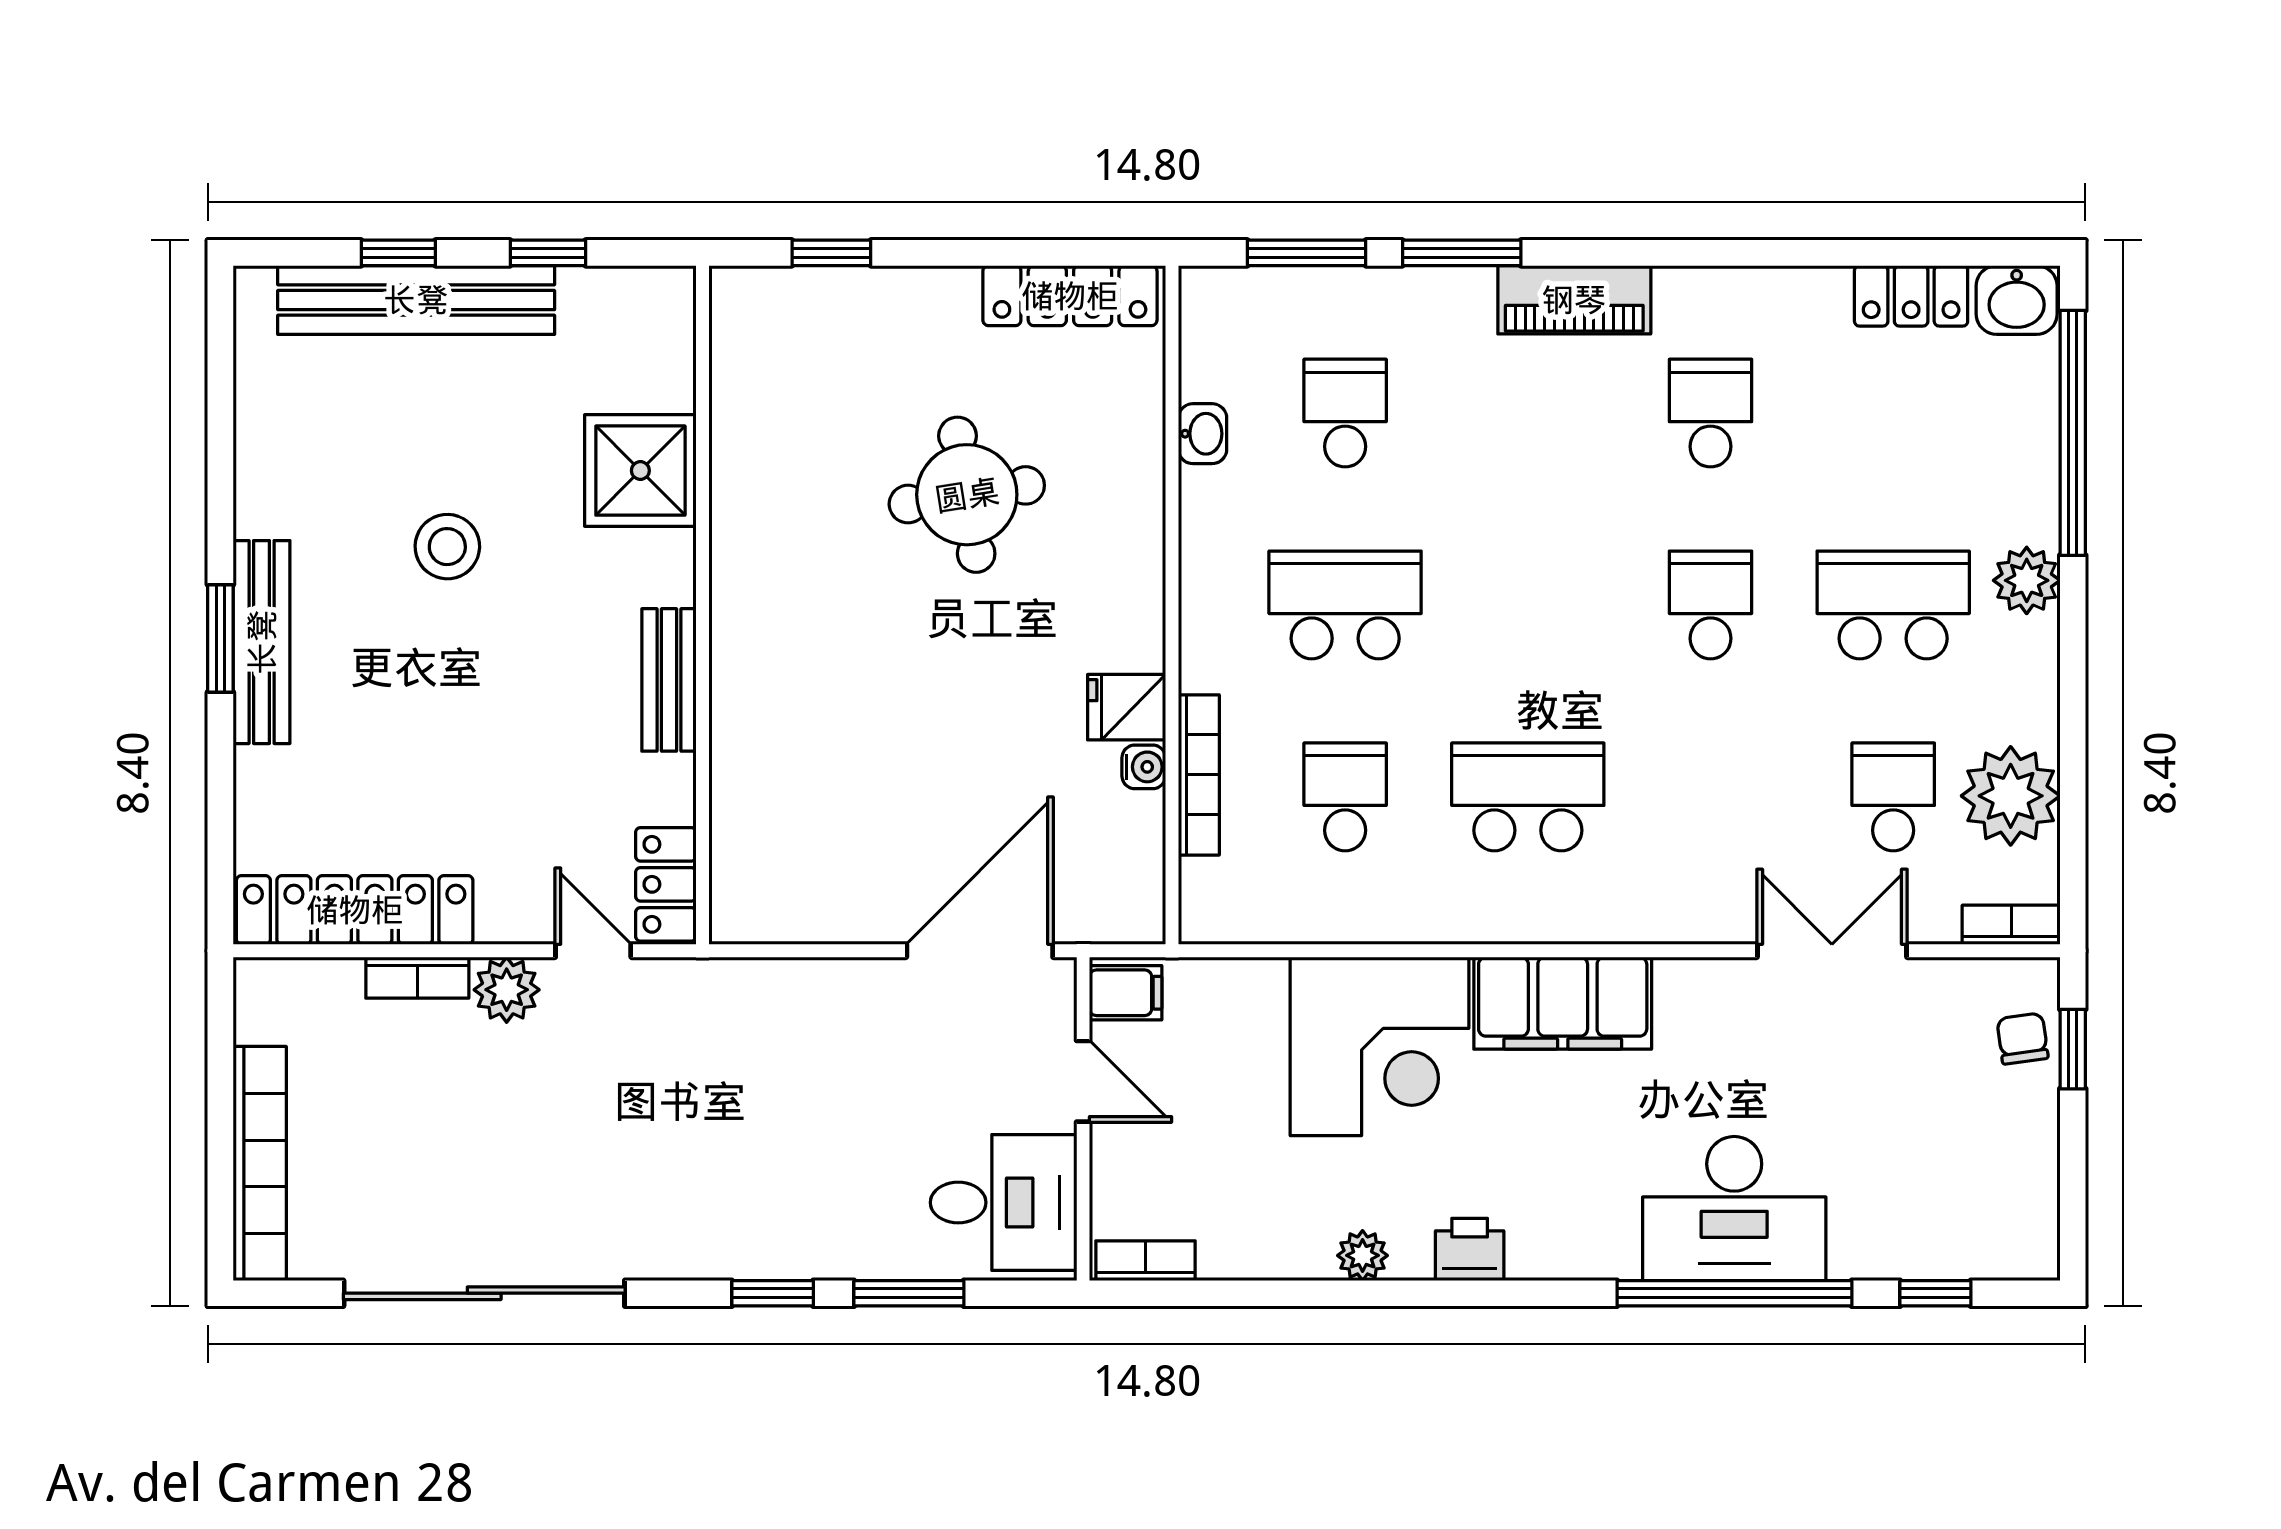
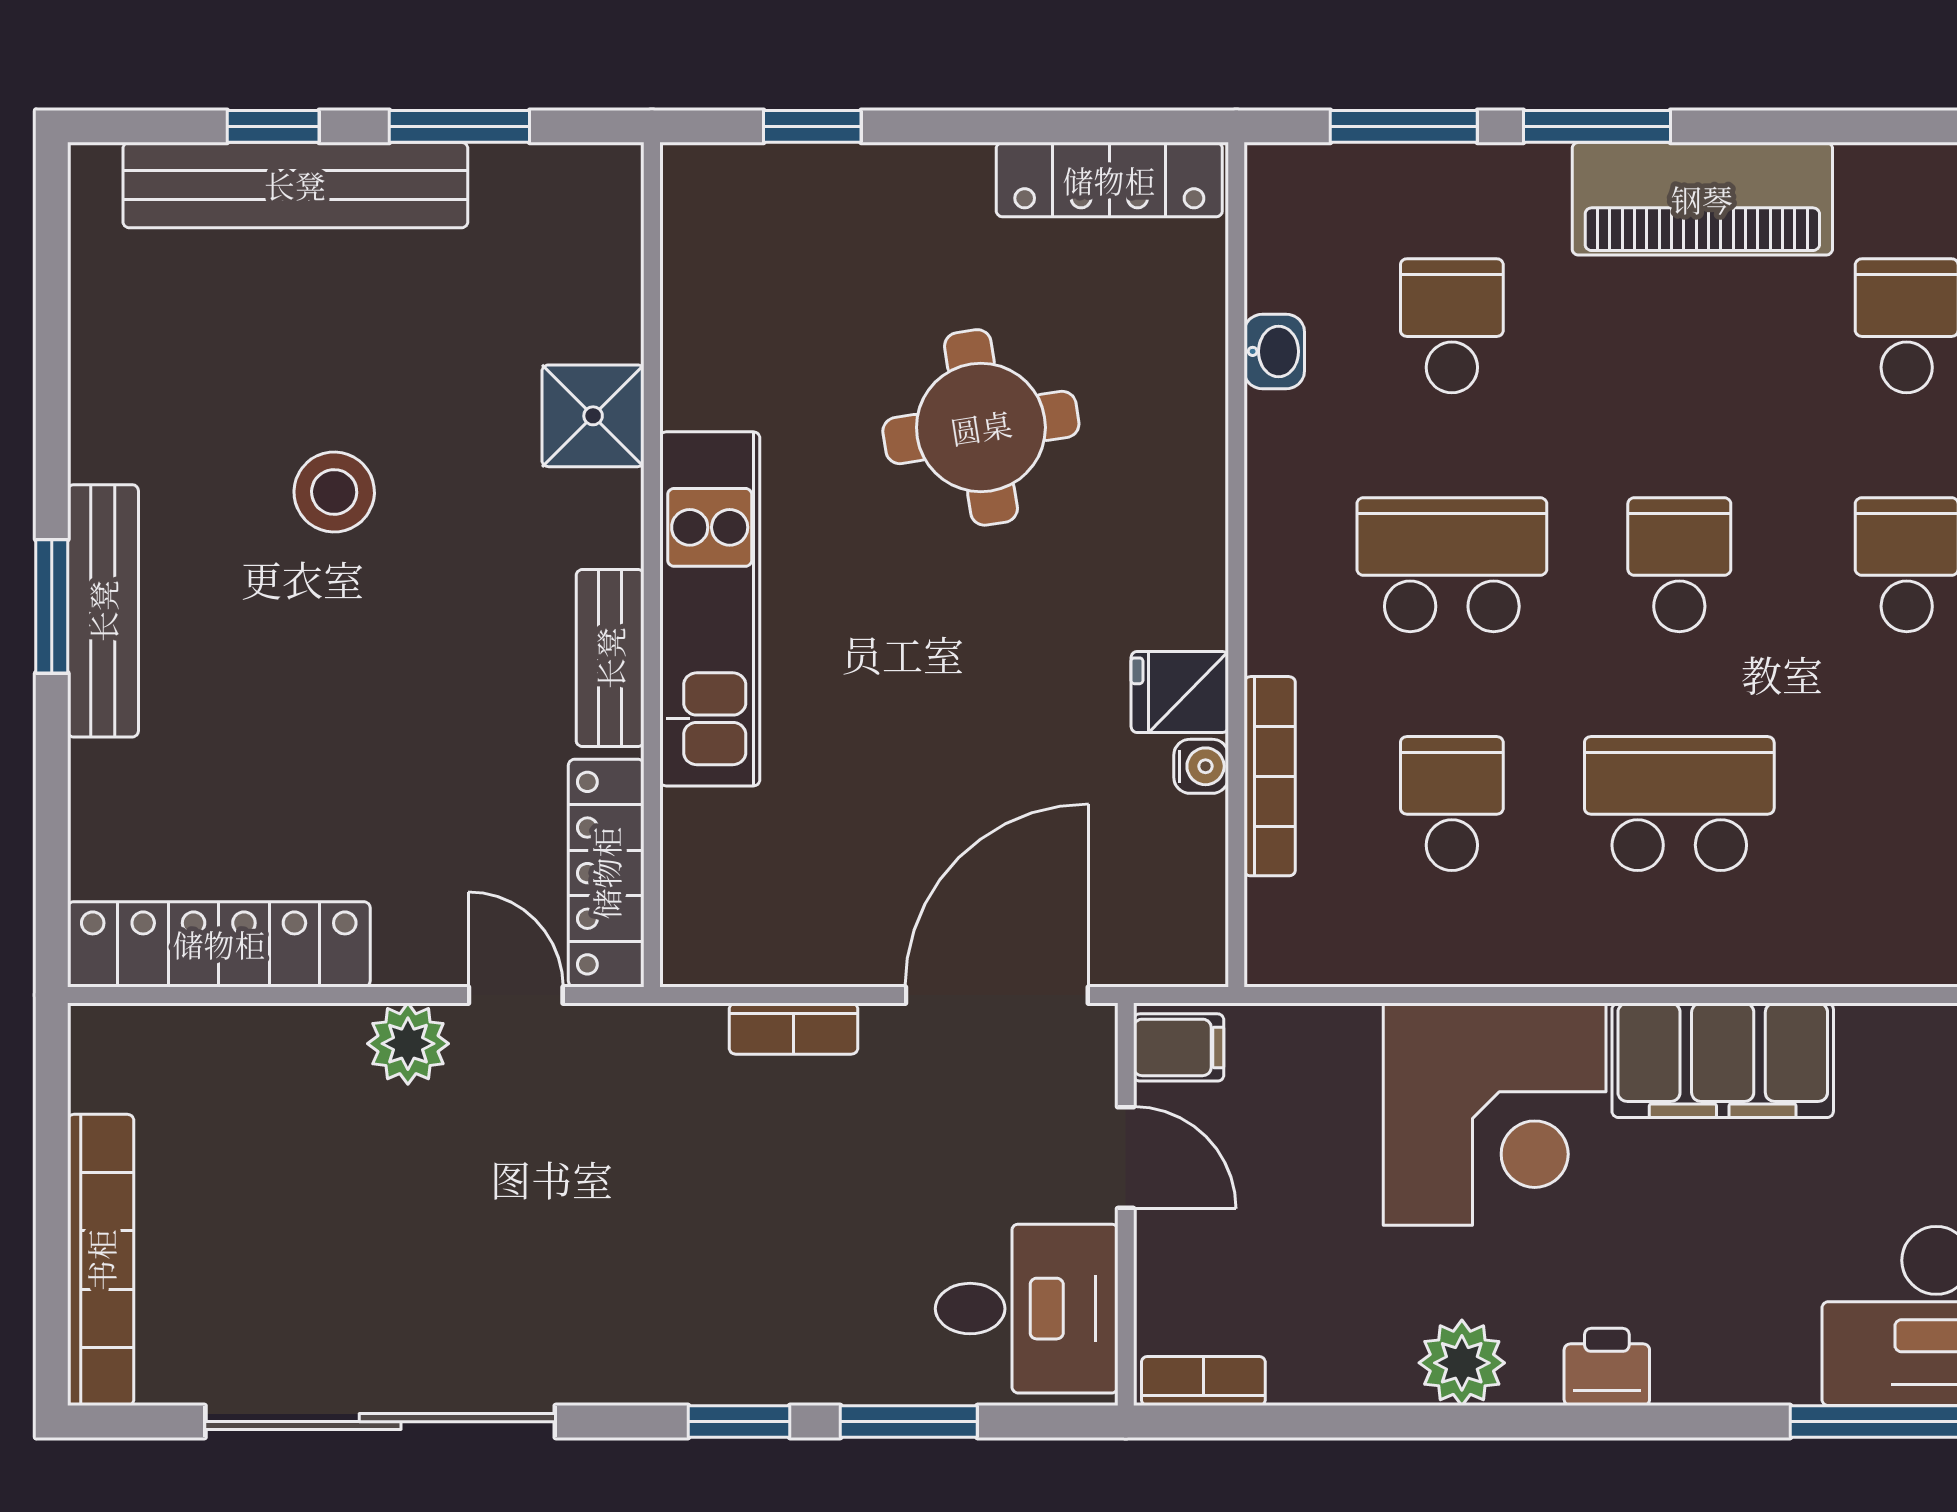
window: (548, 253) -> (459, 126), width x1.50
piano: (1574, 300) -> (1702, 199), width x1.37, depth x1.33
shower: (640, 471) -> (593, 416), width x0.73, depth x0.73
school desk: (1528, 605) -> (1679, 565), added
kitchen unit: (749, 640) -> (710, 609), added
locker: (666, 884) -> (606, 873), width x1.53
bookcase: (417, 978) -> (793, 1029), moved
plant: (1363, 1255) -> (1462, 1363), width x1.38, depth x1.38

